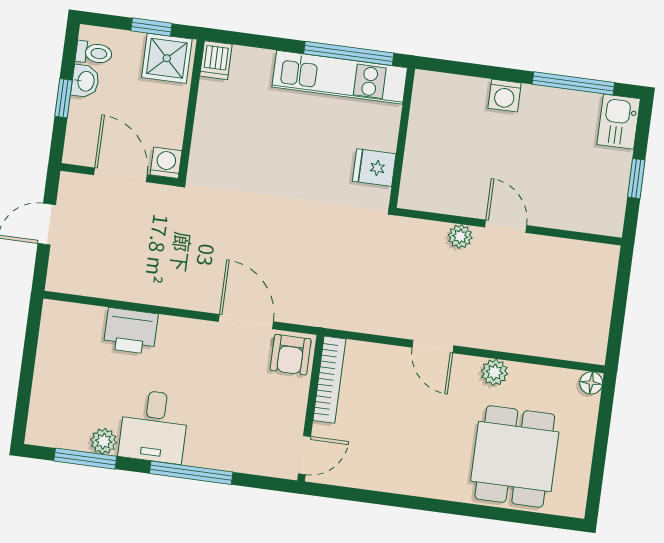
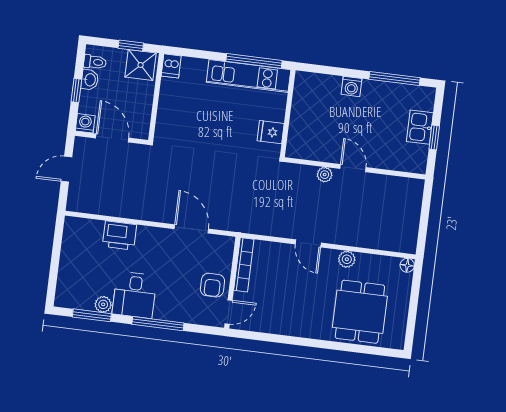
kitchen sink: (619, 122) -> (420, 127), moved
washing machine: (166, 163) -> (85, 123), moved
armchair: (291, 355) -> (212, 285), moved

